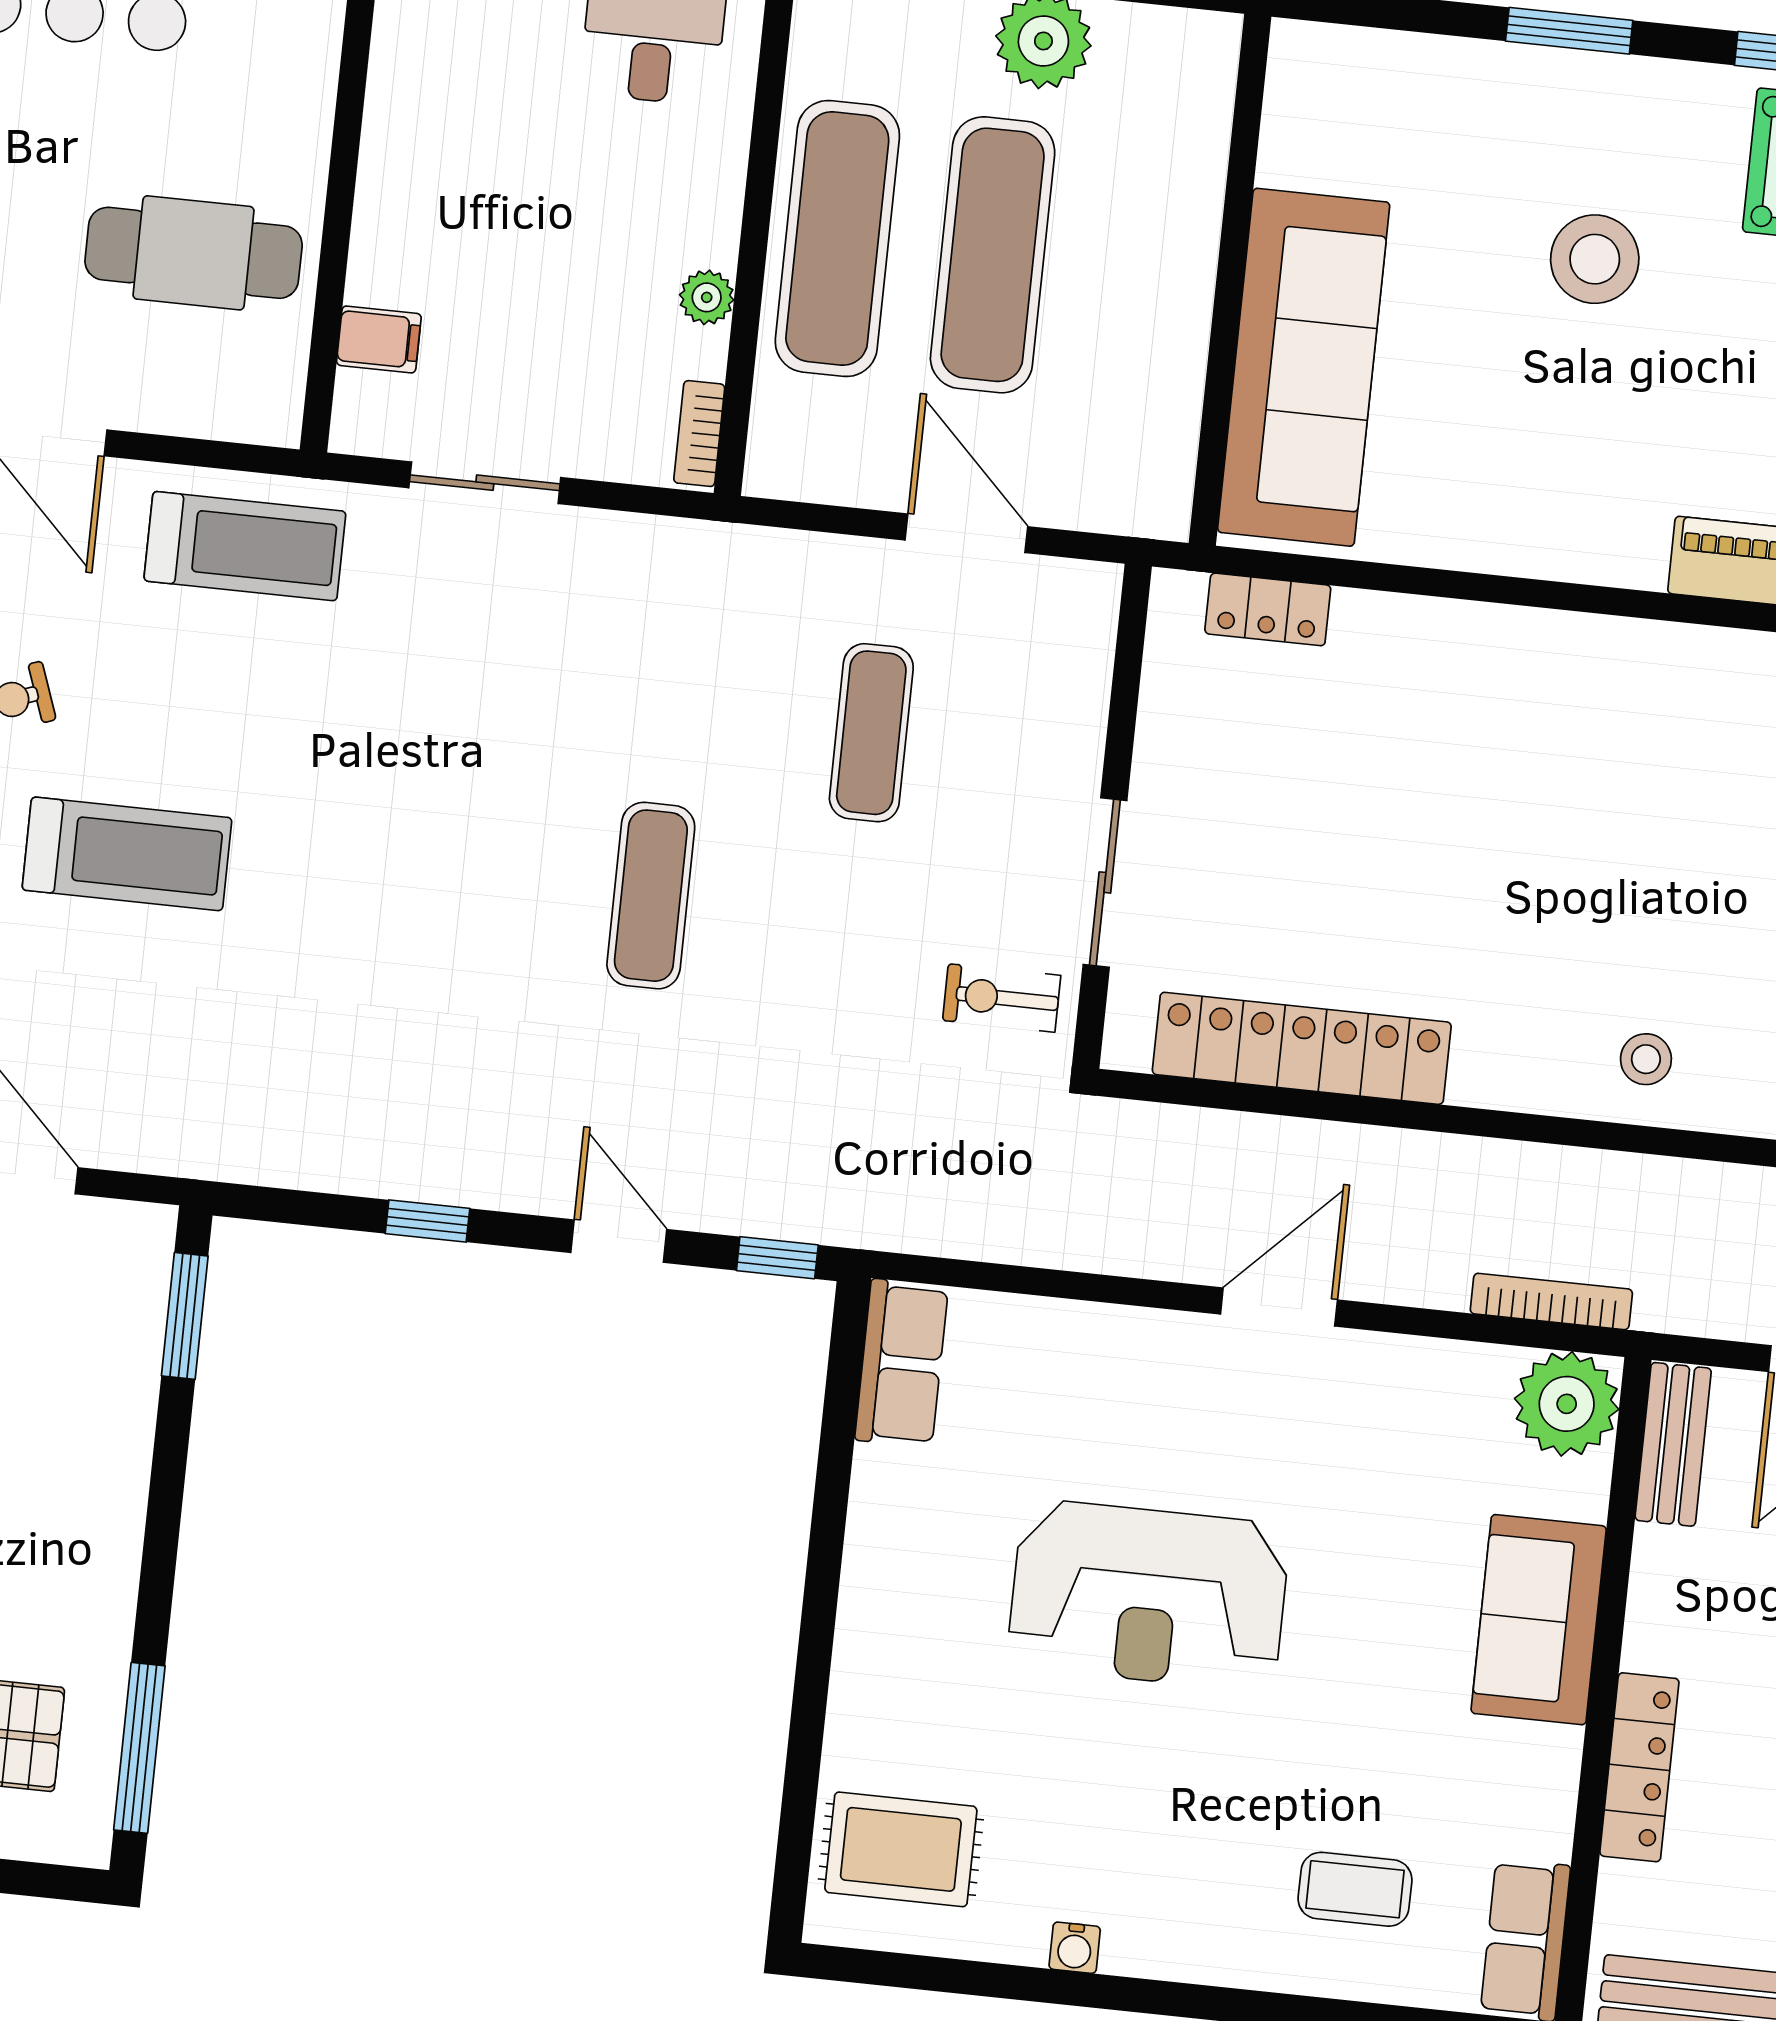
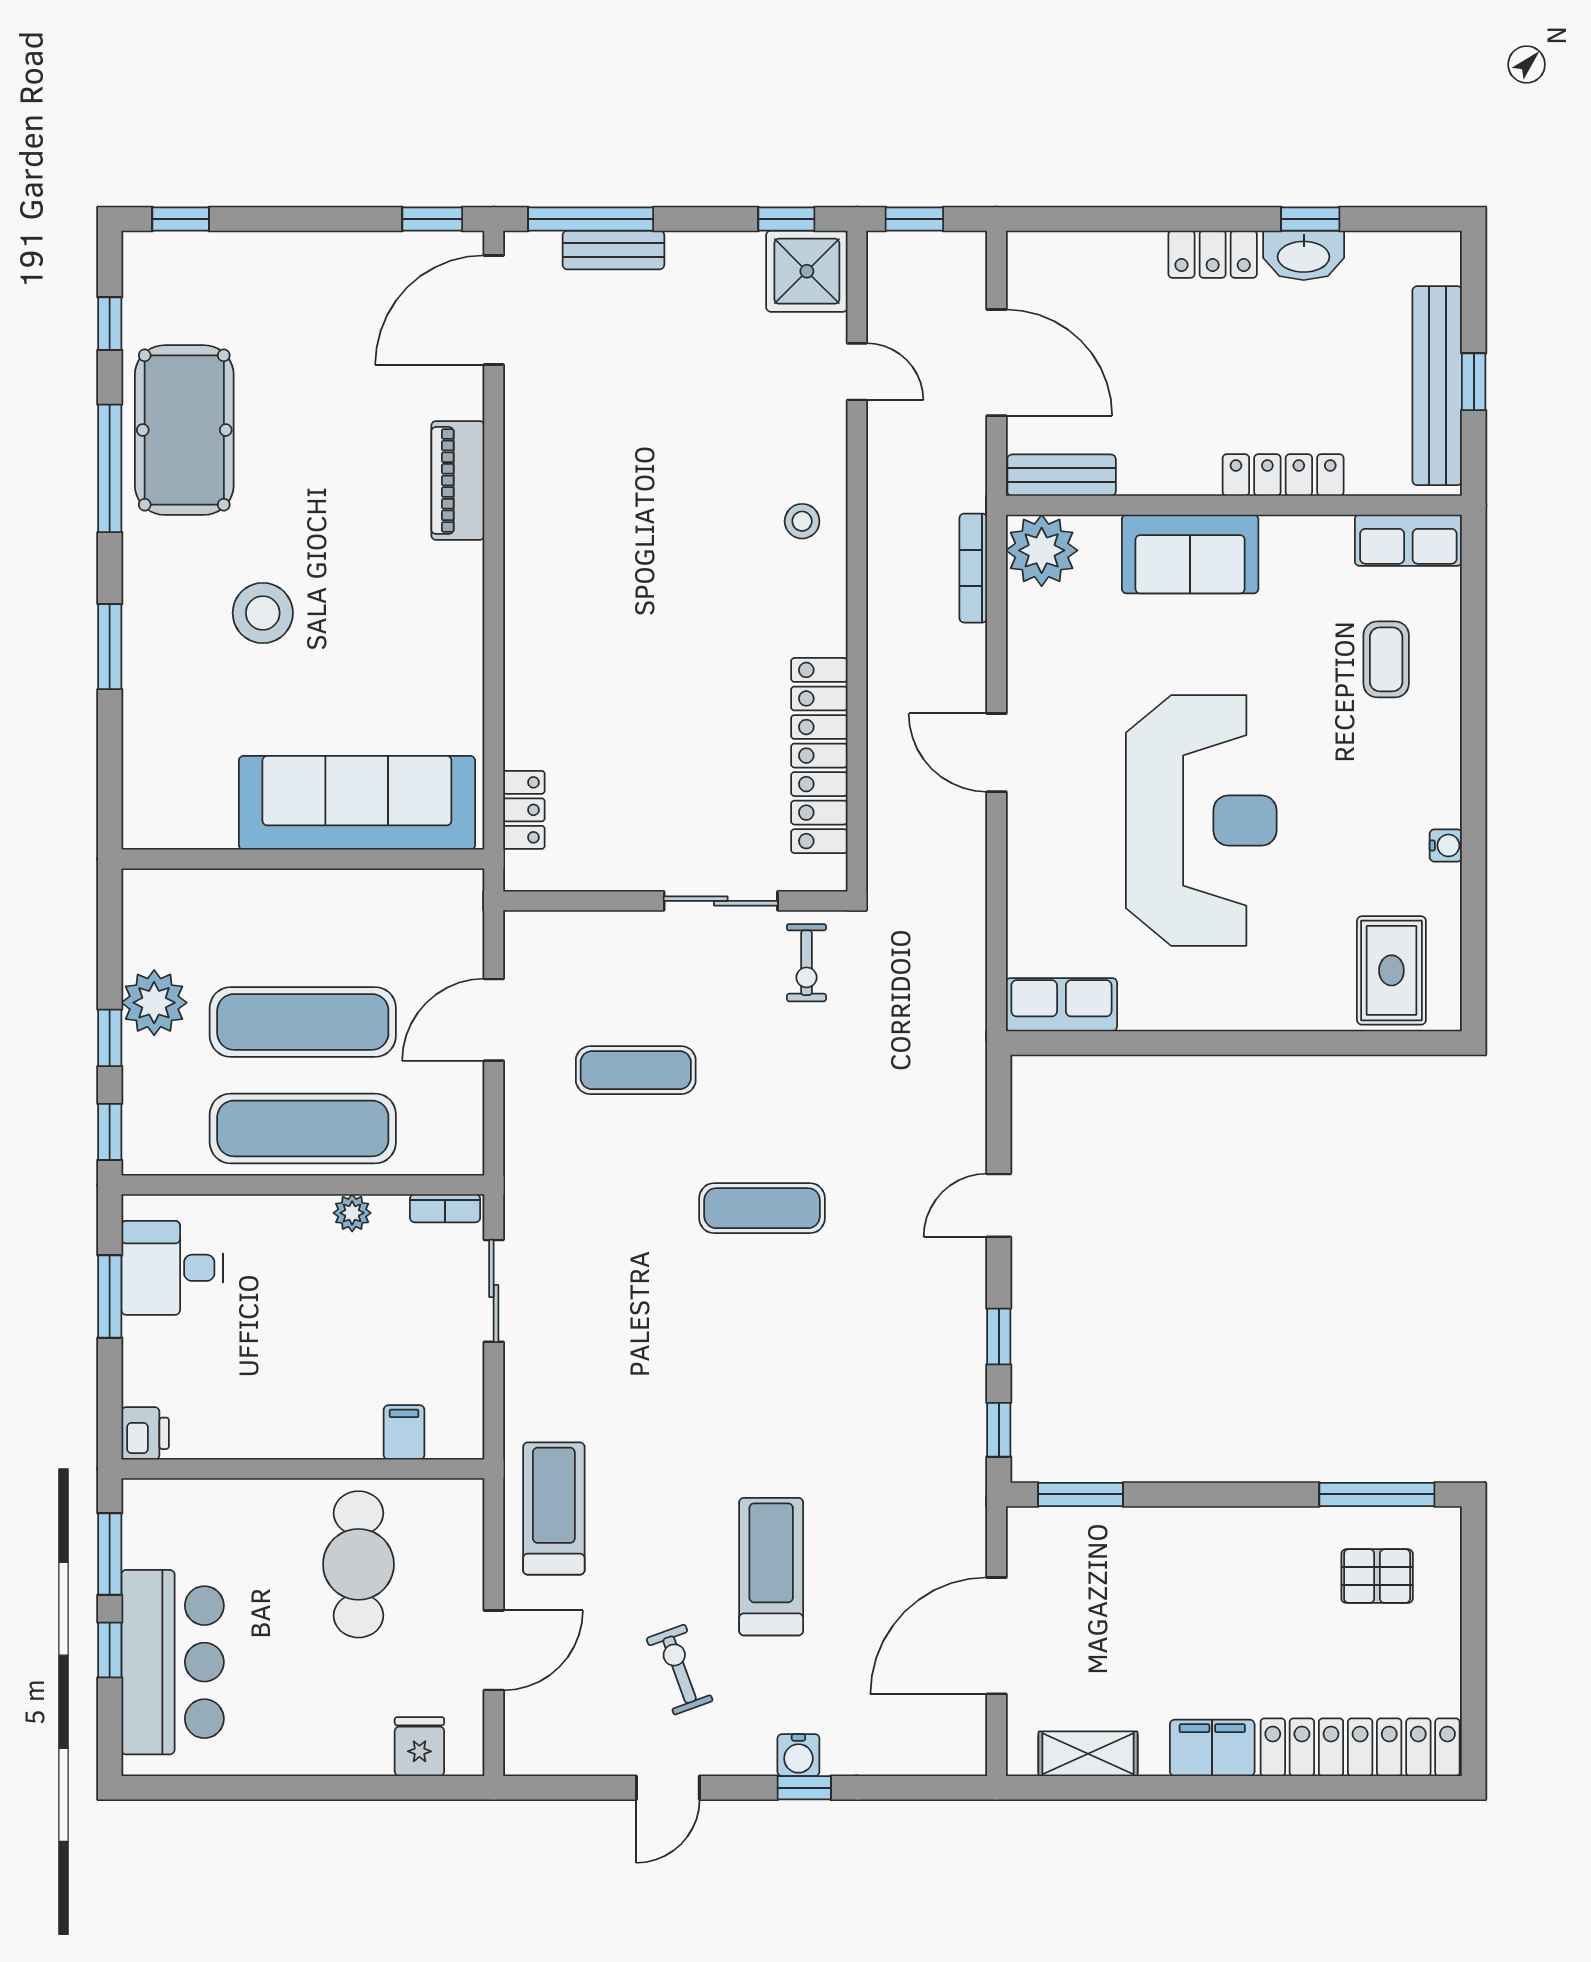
sliding door: (485, 483) -> (494, 1291), moved
window: (777, 1258) -> (999, 1430), moved
reception desk: (1149, 1595) -> (1201, 820), width x1.36, depth x1.30

